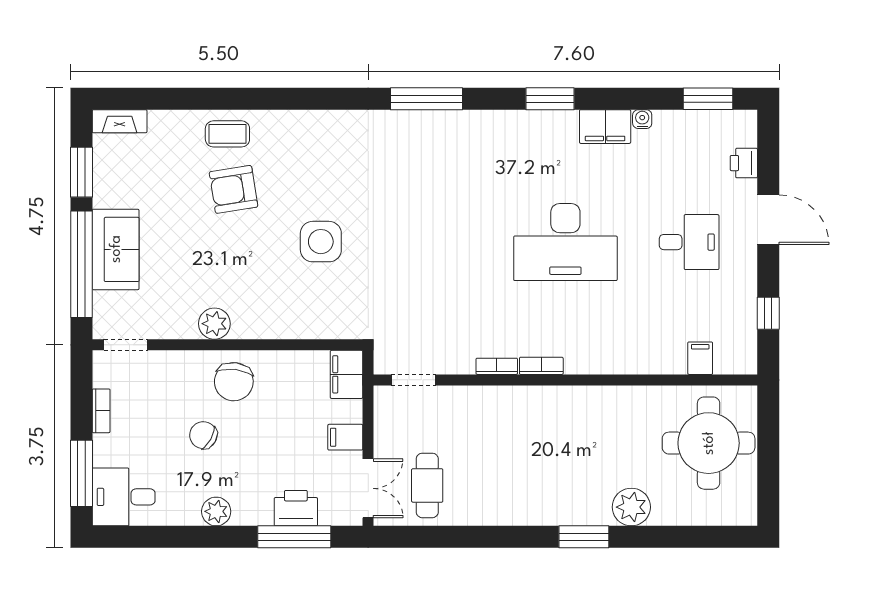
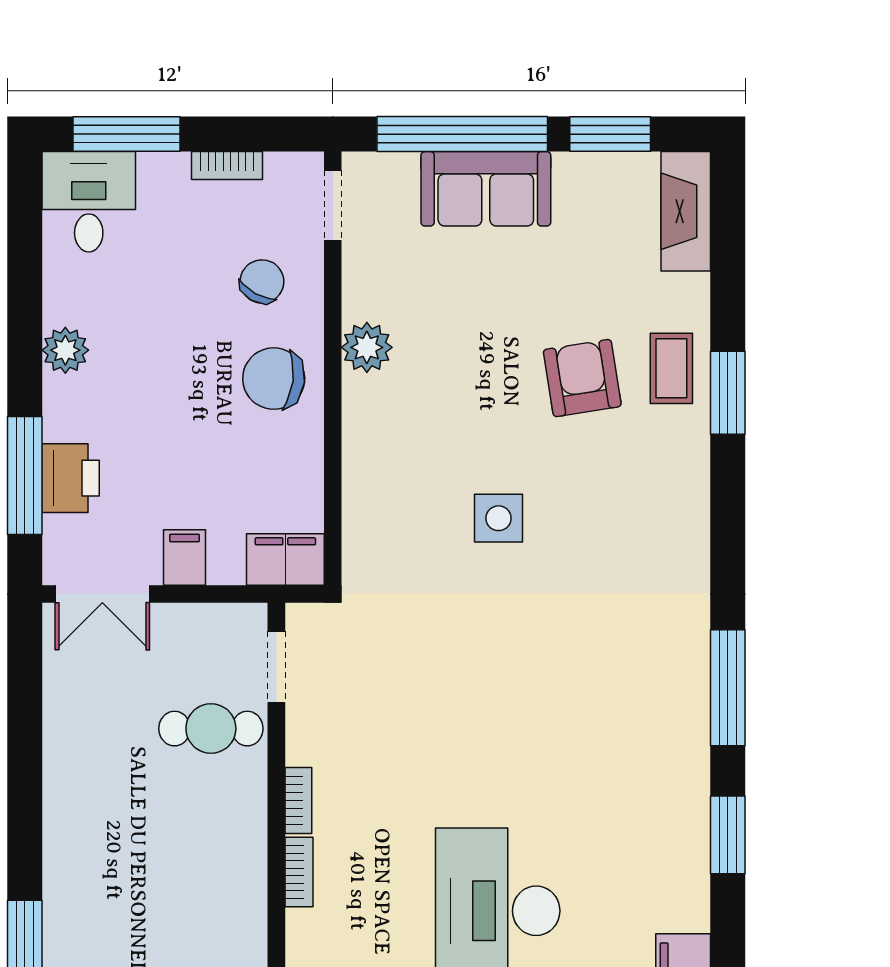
window: (243, 99) -> (728, 393), added
window: (550, 99) -> (728, 835), moved
fireplace: (120, 121) -> (686, 211), width x1.37, depth x1.32
side table: (321, 242) -> (498, 518), width x0.73, depth x0.73
chair: (203, 435) -> (262, 281), moved
cafe table: (427, 485) -> (211, 729), moved

